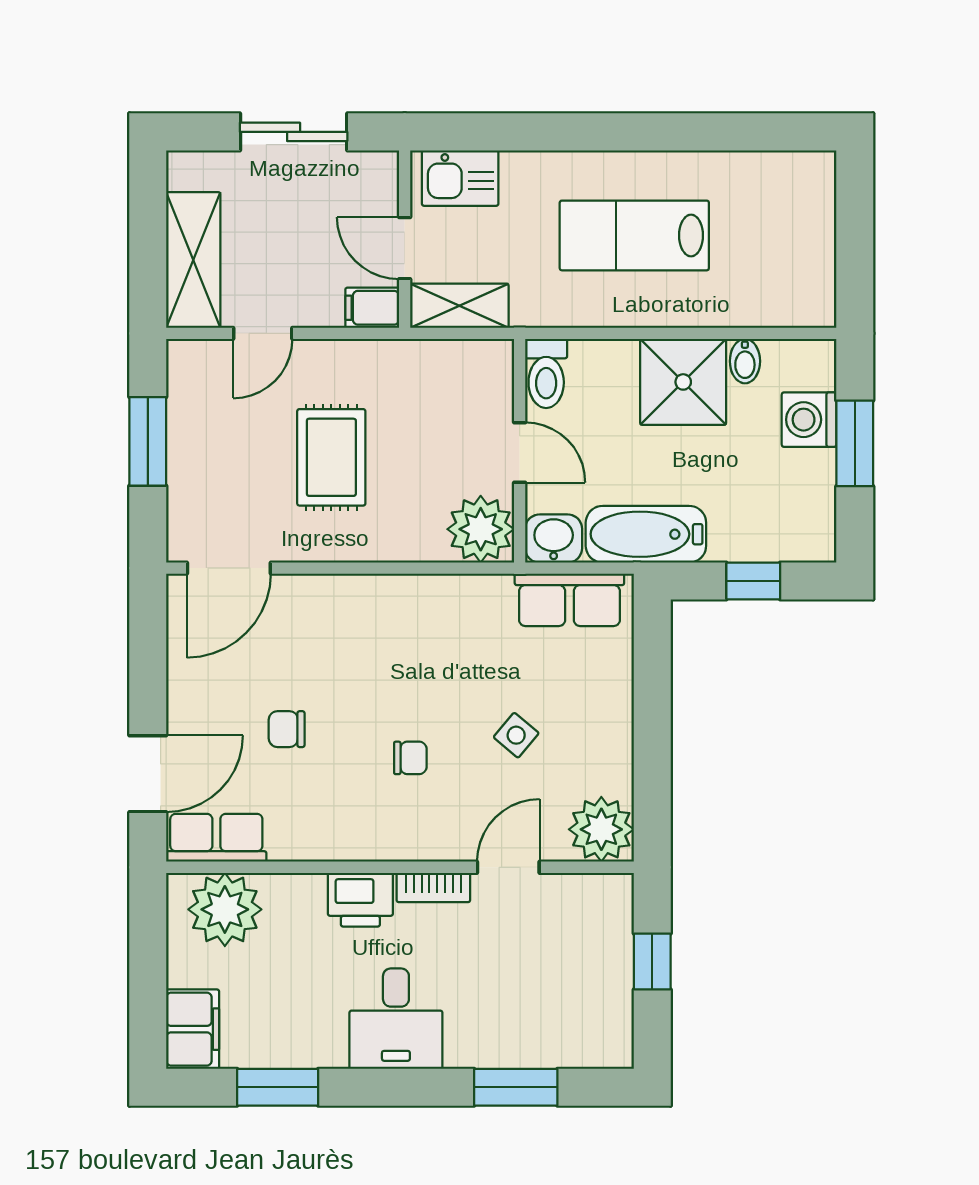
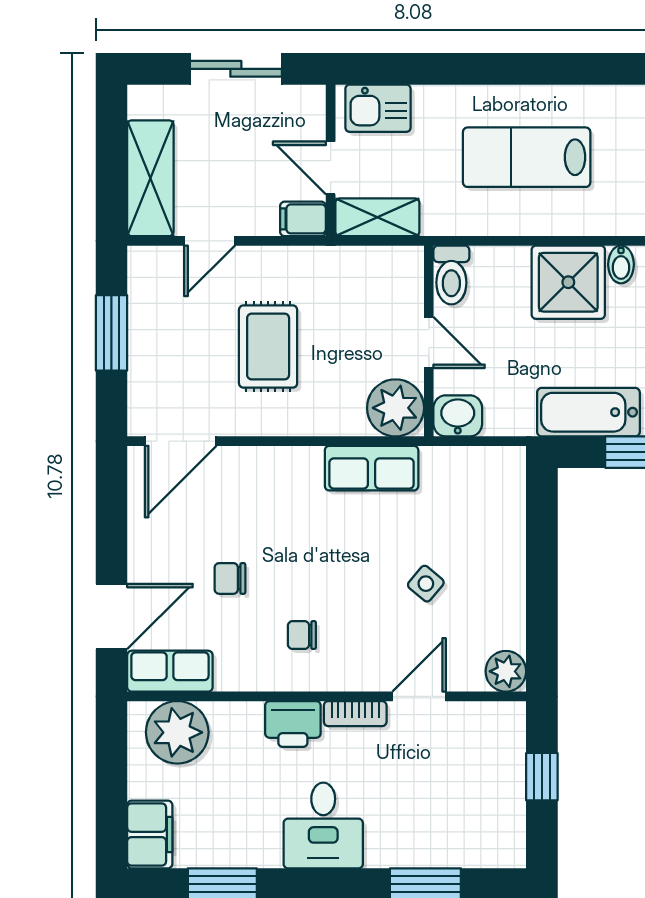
bathtub: (646, 534) -> (588, 412), moved
row of seats: (569, 600) -> (372, 468), moved
chair: (410, 758) -> (302, 635), moved, turned 180
plant: (601, 829) -> (506, 671), width x0.73, depth x0.73

